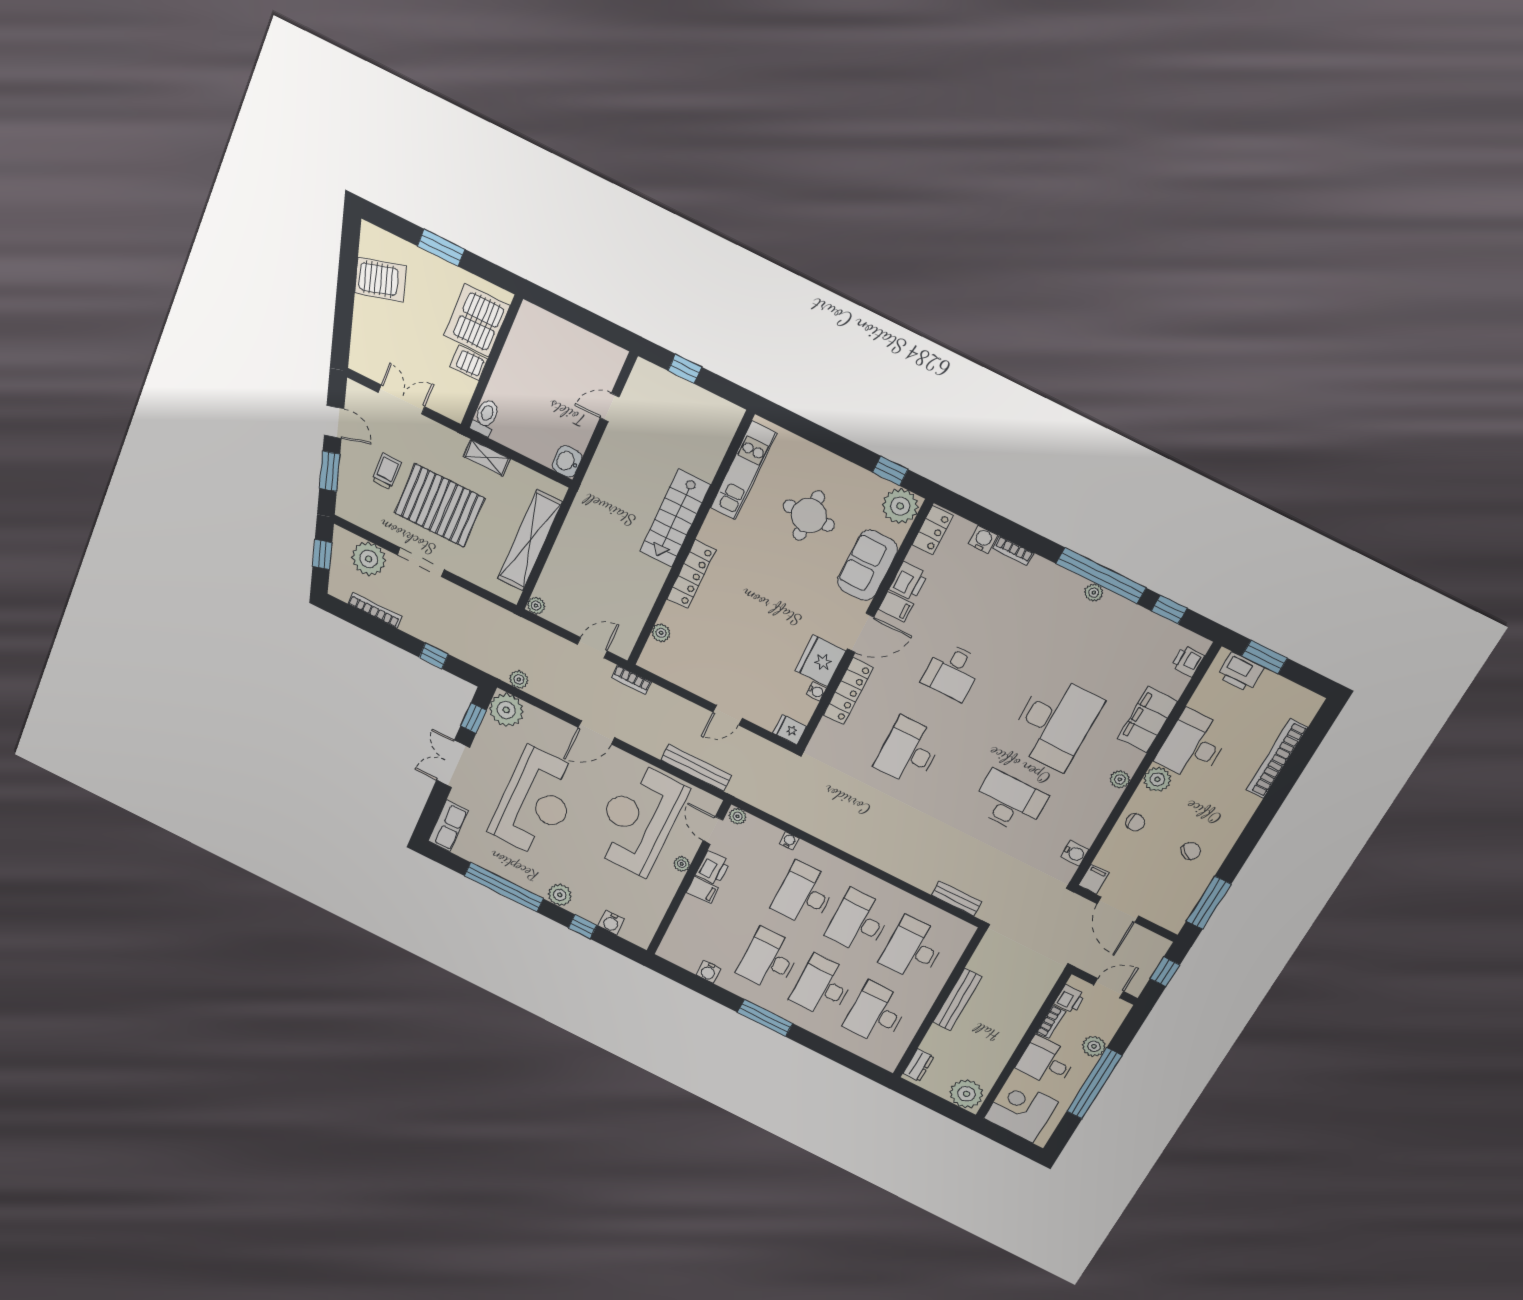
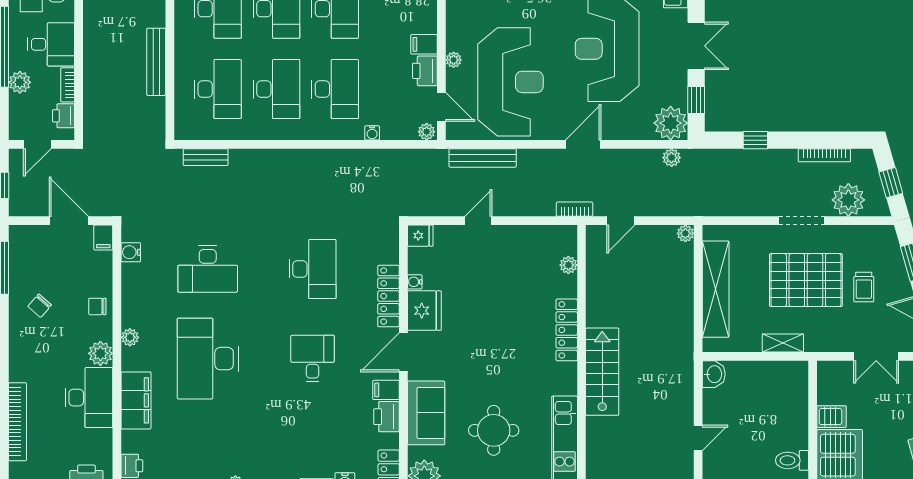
toilet: (485, 417) -> (792, 460), moved, turned 90

